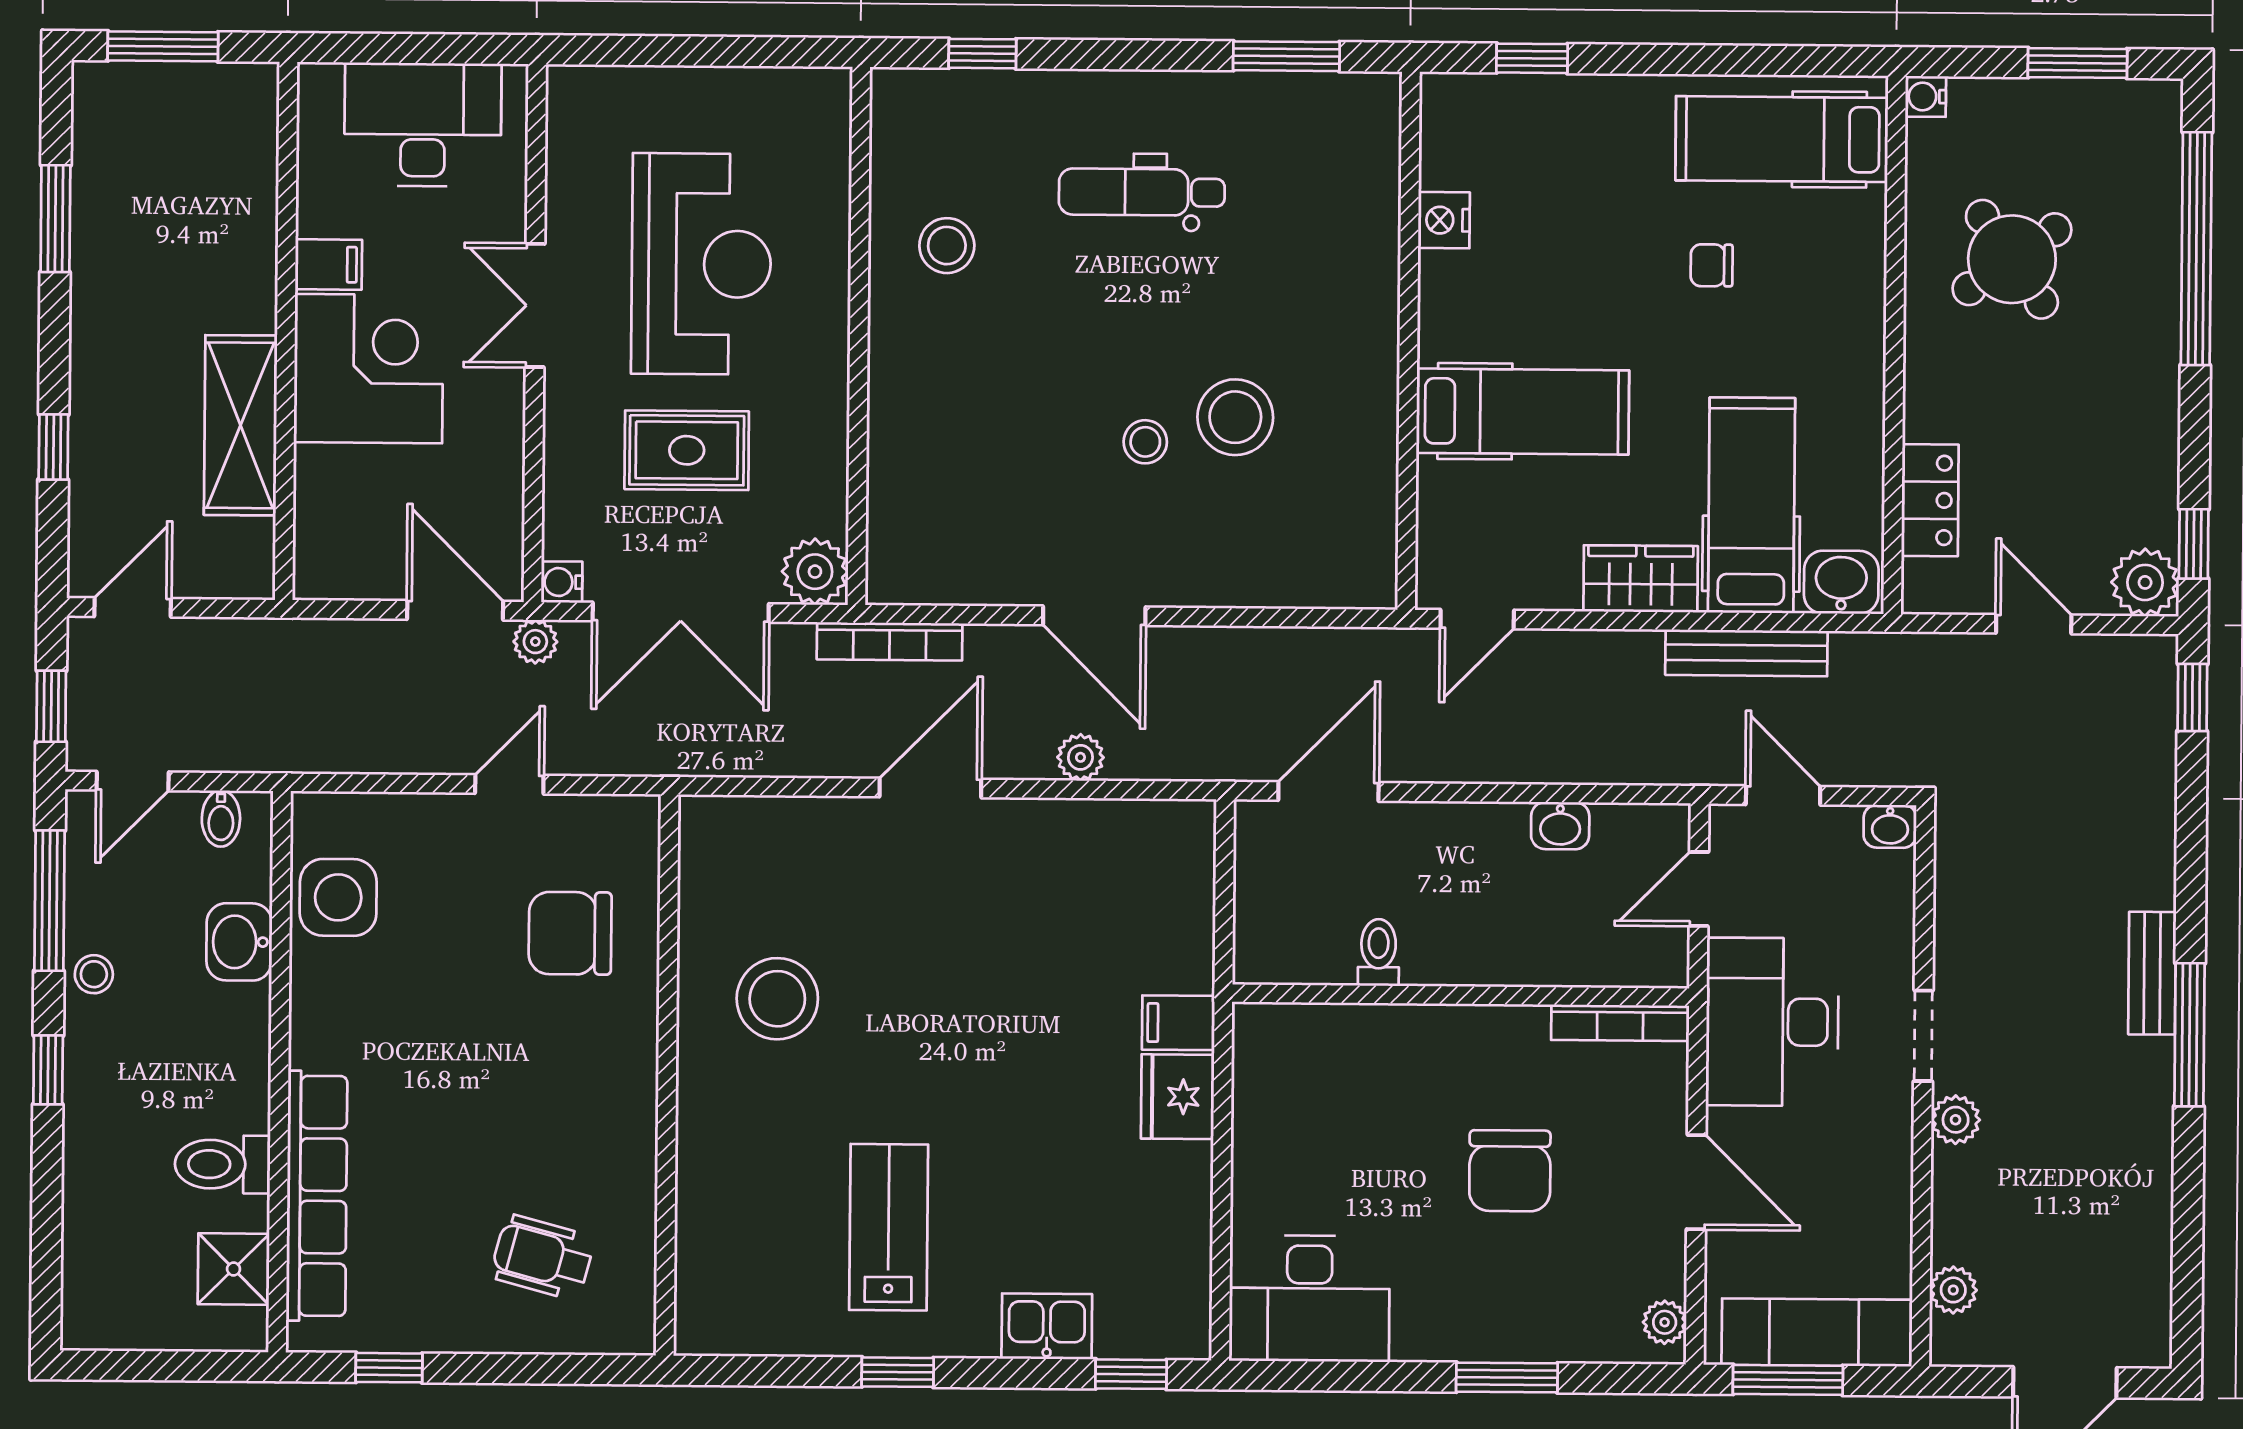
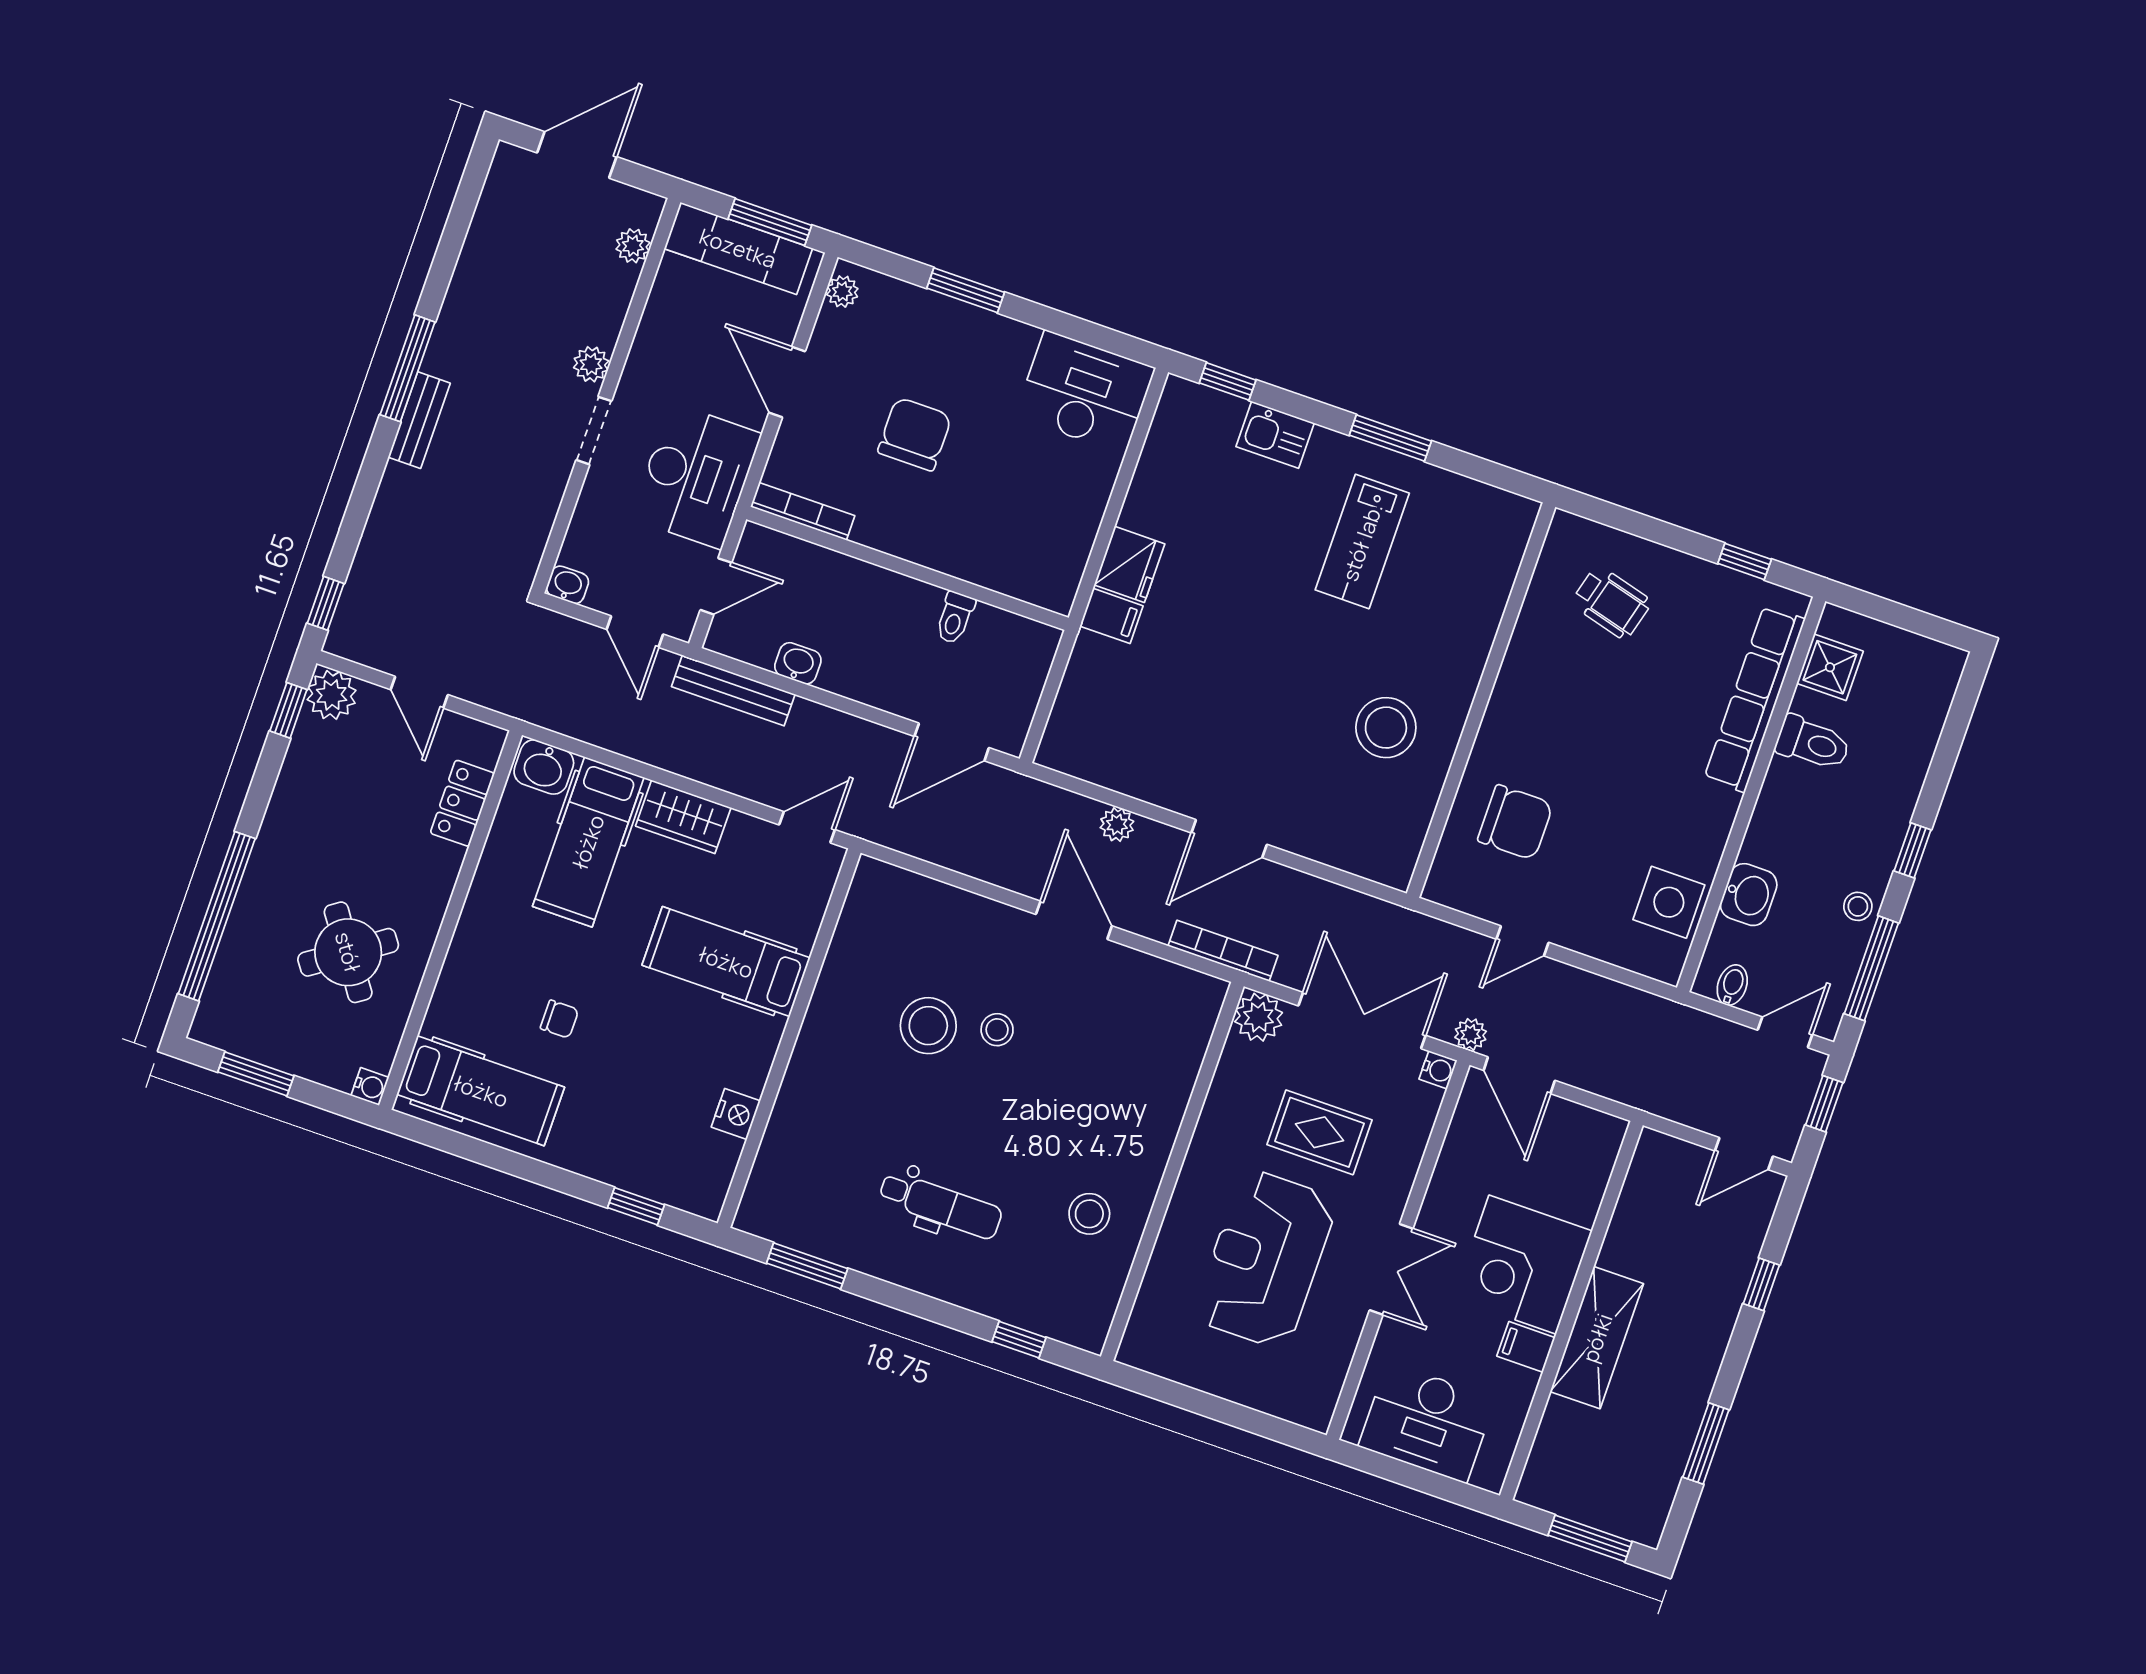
shelving: (240, 425) -> (1597, 1338), moved
bench: (1746, 653) -> (733, 690), moved
window: (898, 1372) -> (1390, 438), width x1.50

